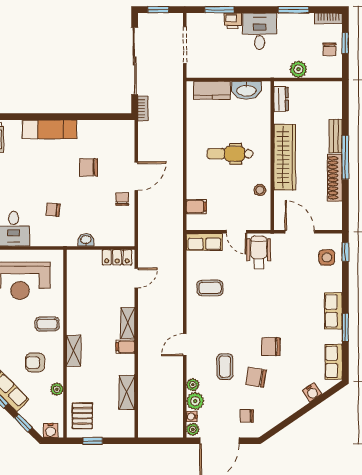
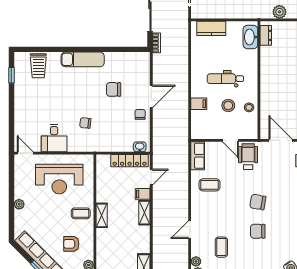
washbasin: (246, 90) -> (250, 37), moved, turned 90
wardrobe: (285, 157) -> (269, 81), removed
stool: (234, 188) -> (228, 105), added
filing cabinet: (196, 207) -> (199, 104), moved
washbasin: (86, 240) -> (140, 147), moved
row of seats: (204, 242) -> (198, 156), moved, turned -90
locker: (117, 257) -> (130, 161), width x1.53
filing cabinet: (125, 347) -> (143, 194), moved
shelving: (74, 351) -> (102, 215), moved
chair: (256, 377) -> (258, 202), moved

